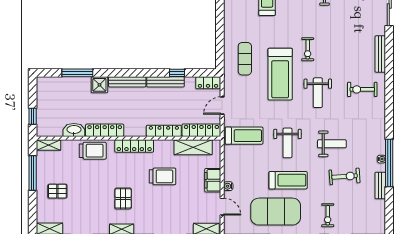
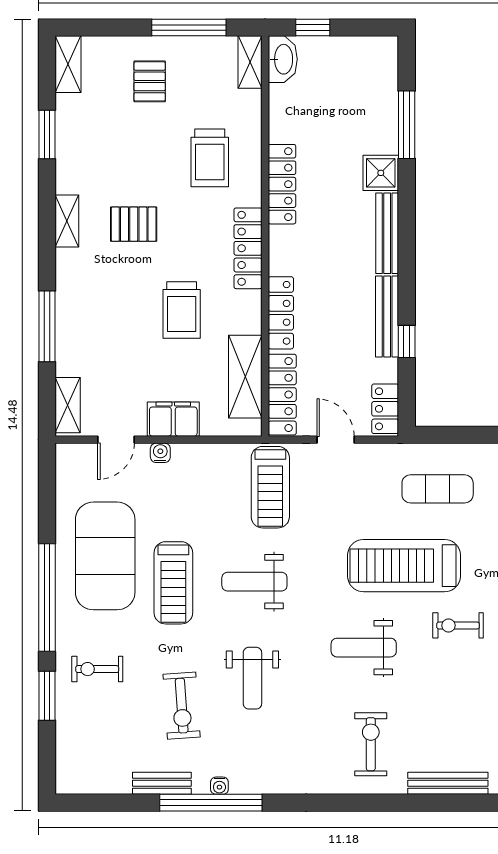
washbasin: (74, 130) -> (283, 59), moved
trolley: (93, 151) -> (210, 158), moved

